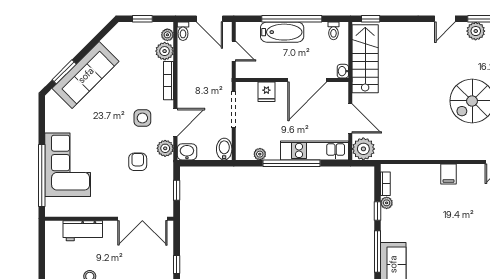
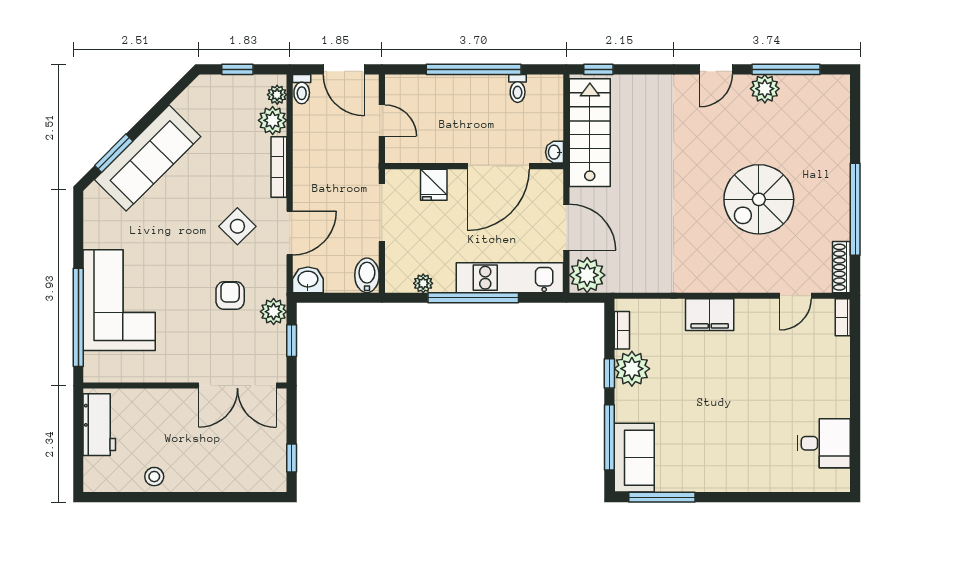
toilet: (333, 31) -> (518, 88), moved
bathtub: (282, 32) -> (458, 90), removed
side table: (142, 118) -> (237, 226), turned 45
plant: (165, 148) -> (274, 312), moved
filing cabinet: (449, 174) -> (710, 315), width x2.00
plant: (387, 203) -> (632, 369), width x1.87, depth x1.87
workbench: (83, 231) -> (99, 425), moved, turned -90

